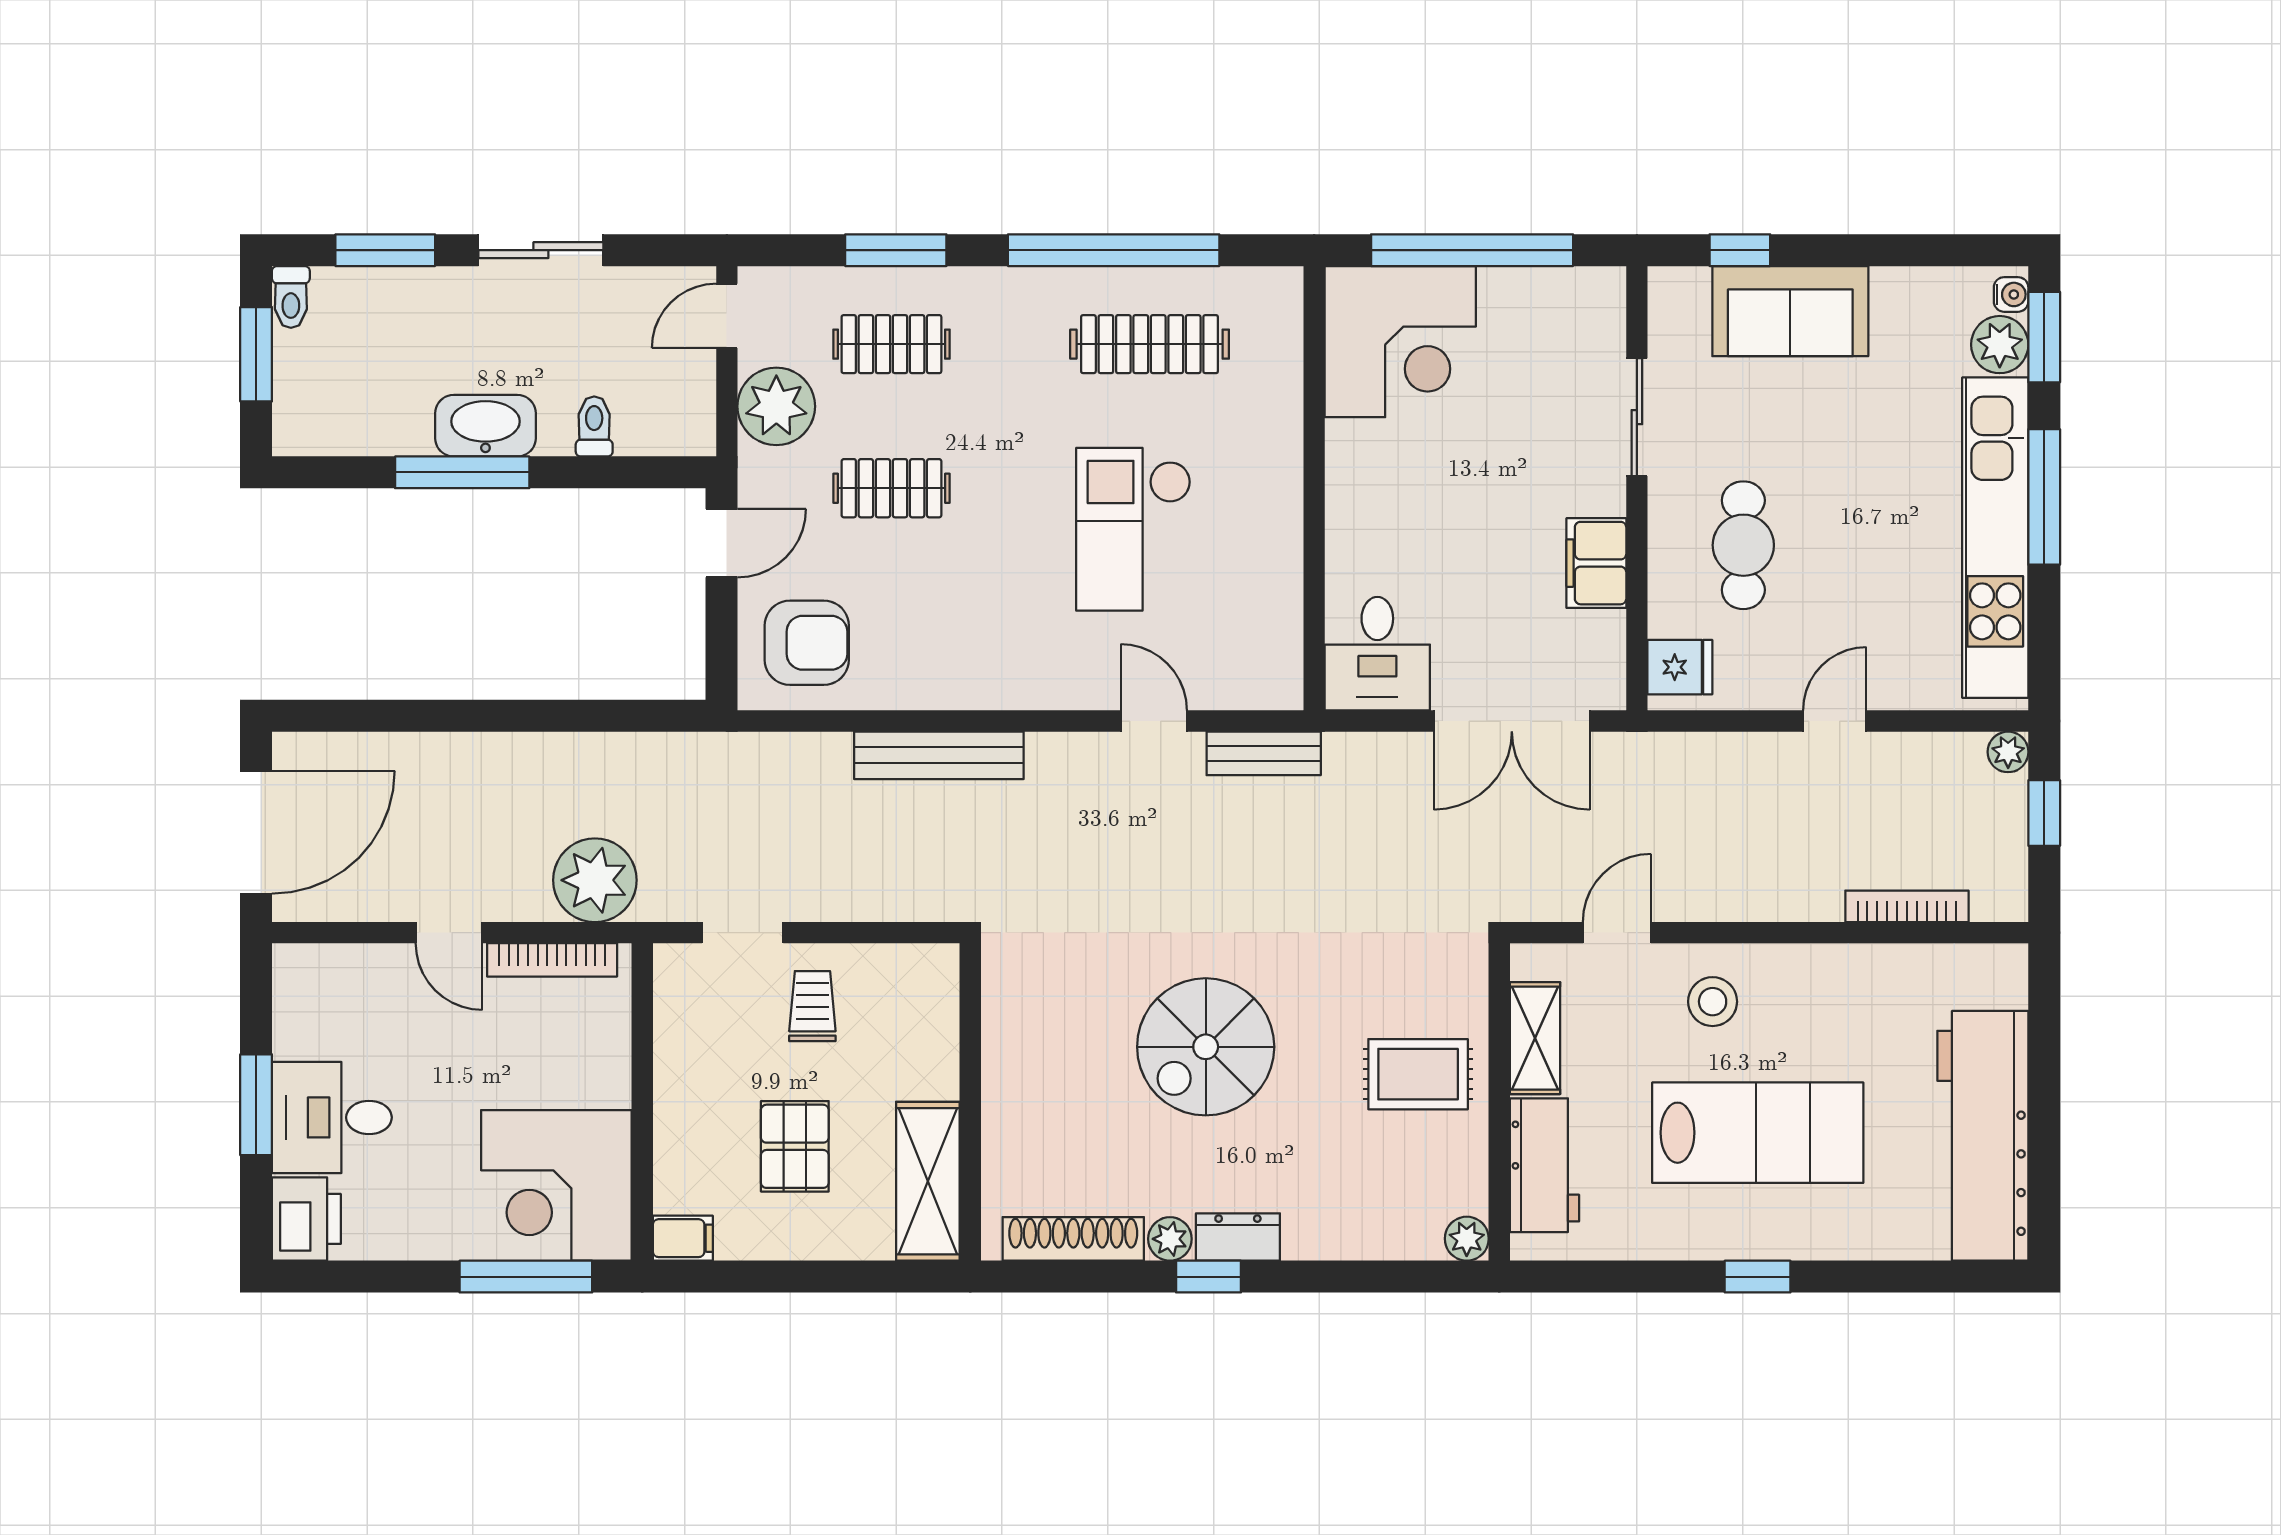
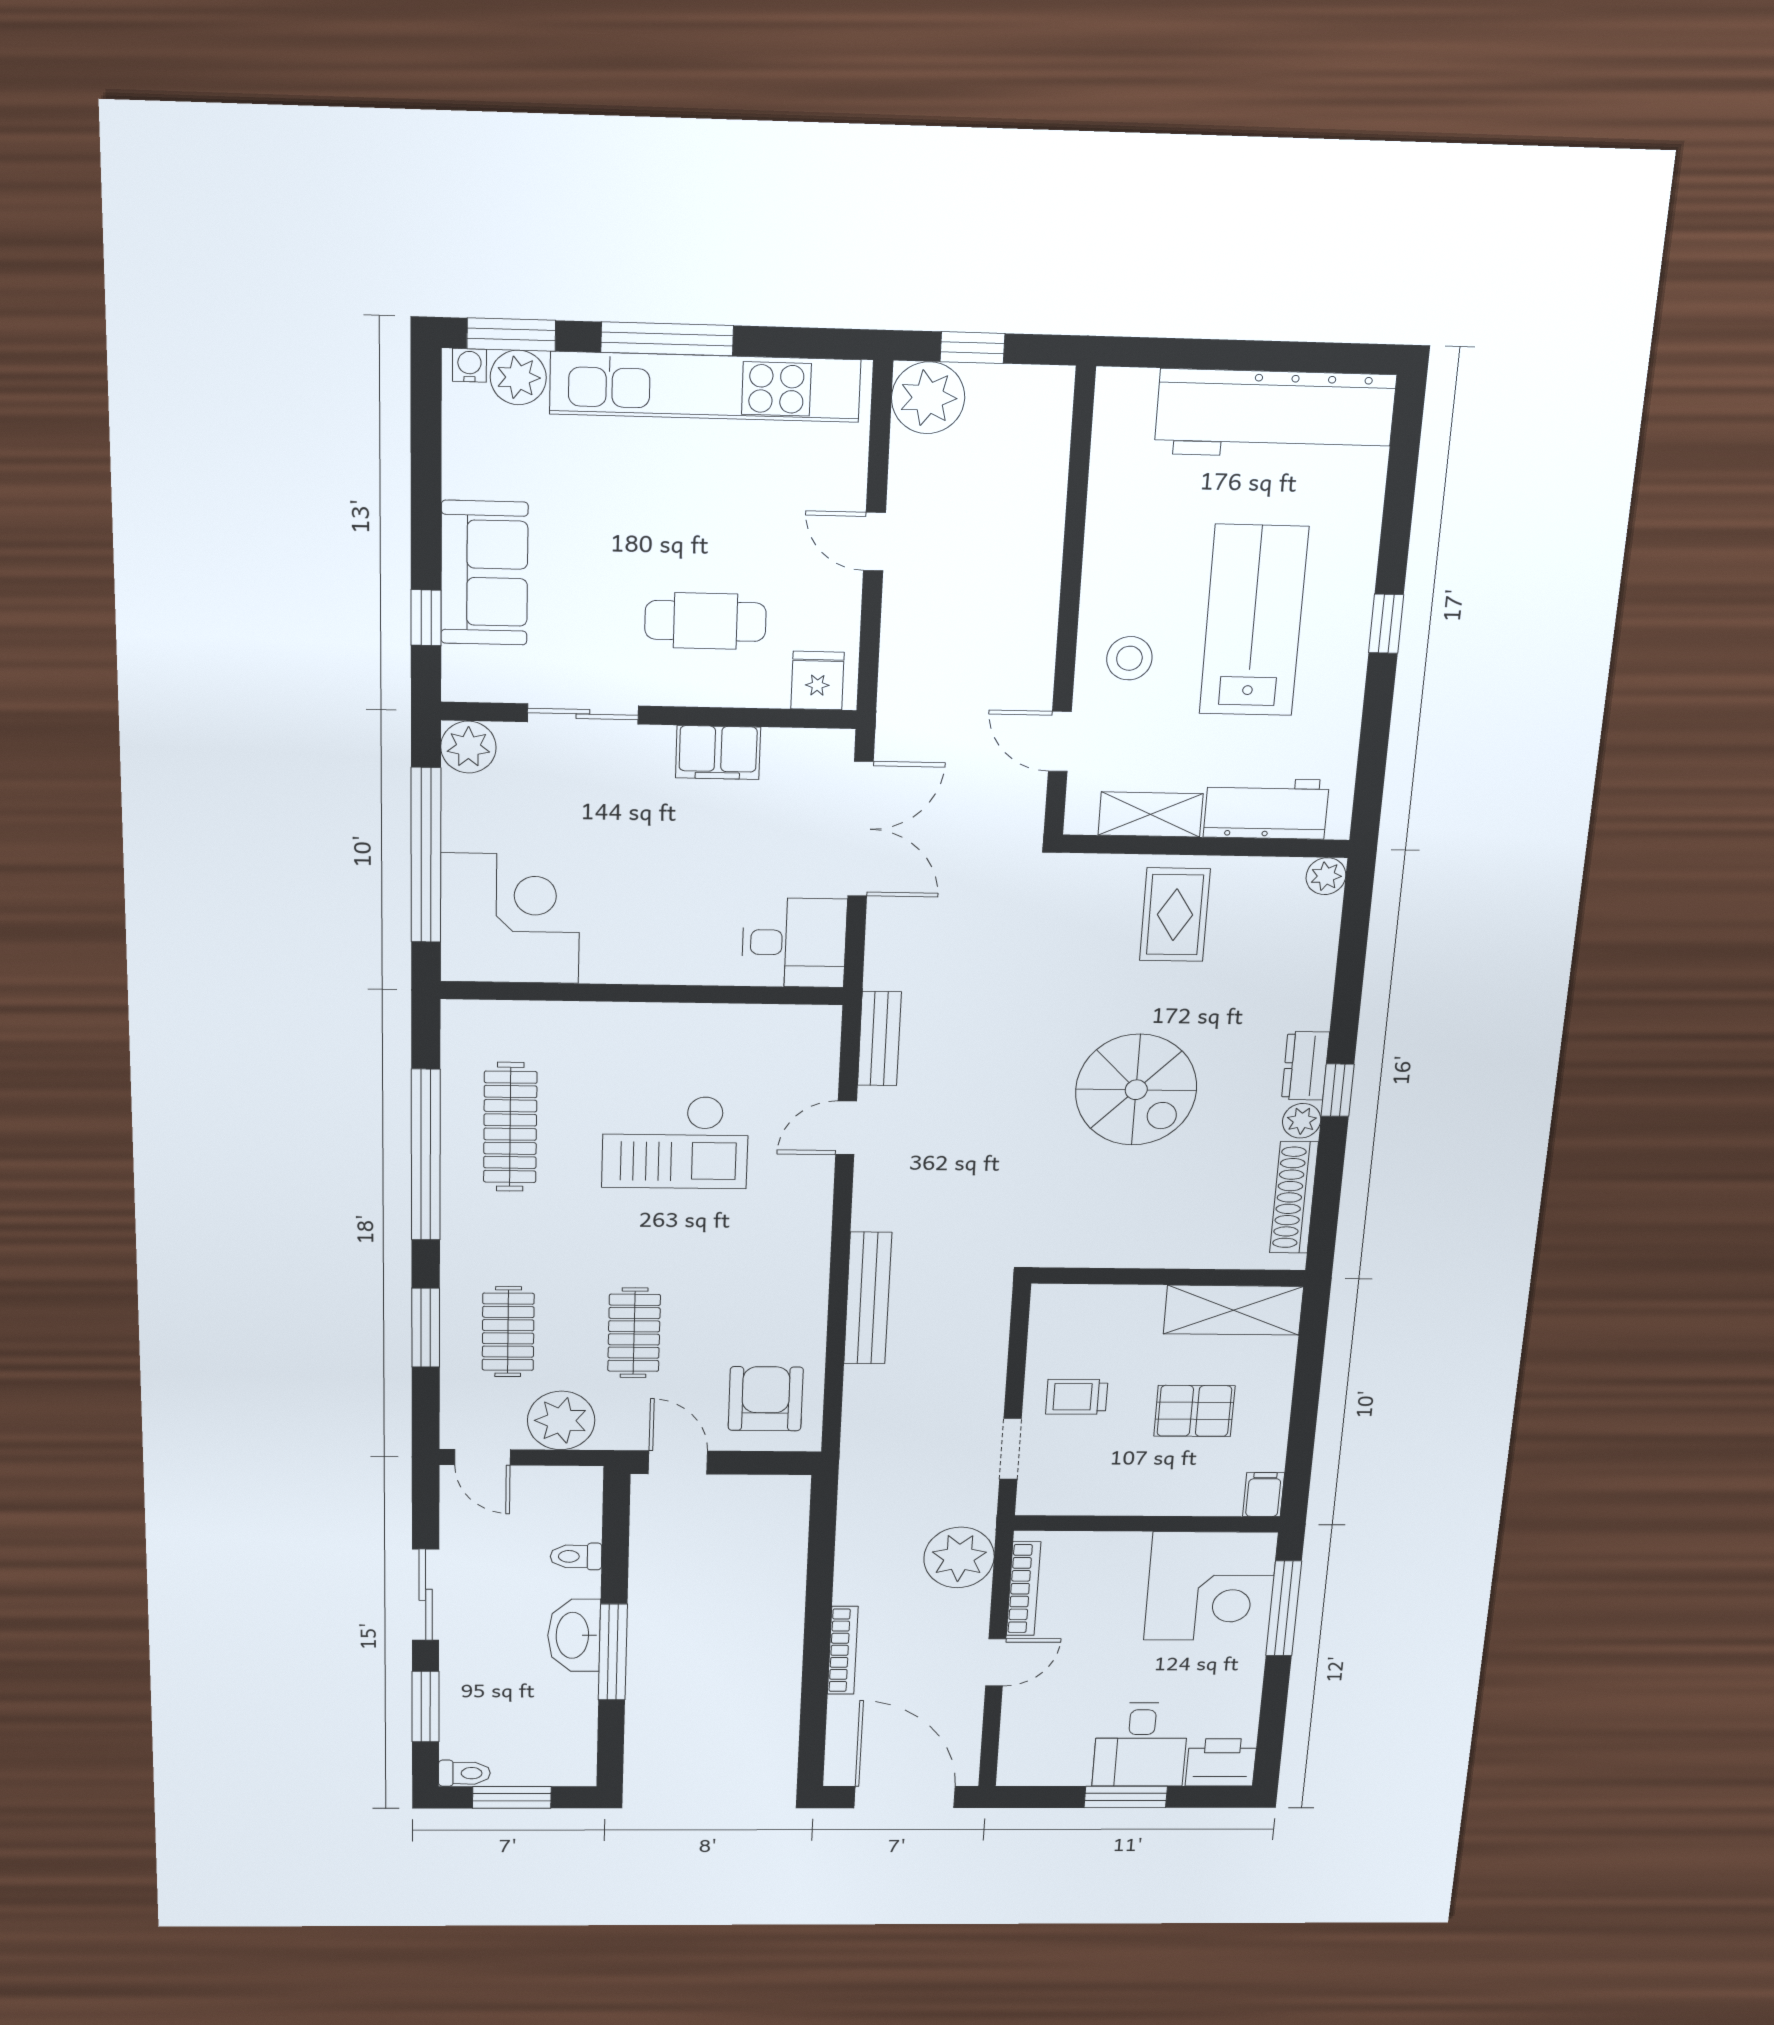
plant: (1597, 295) -> (468, 747), added
plant: (2008, 752) -> (928, 398), width x1.87, depth x1.87
bookcase: (1907, 906) -> (843, 1650), moved, turned 180

